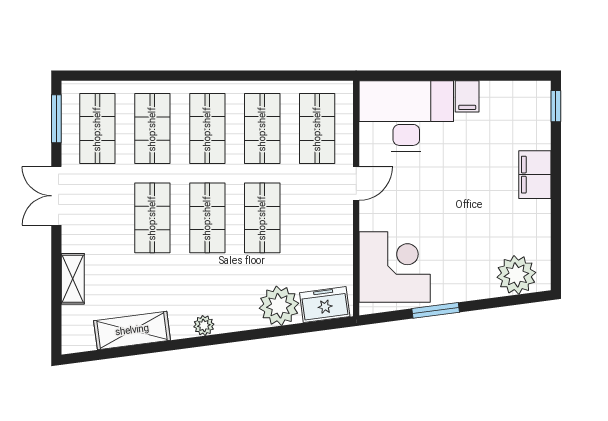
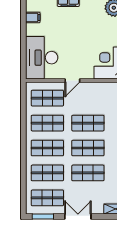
filing cabinet: (467, 96) -> (33, 18), moved
door: (356, 184) -> (72, 80), swing flipped
double door: (56, 196) -> (78, 217), swing flipped

